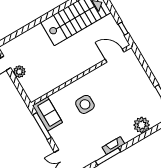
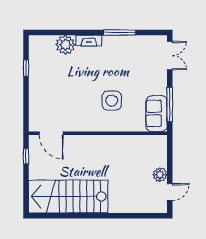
fireplace: (113, 146) -> (89, 41), moved

